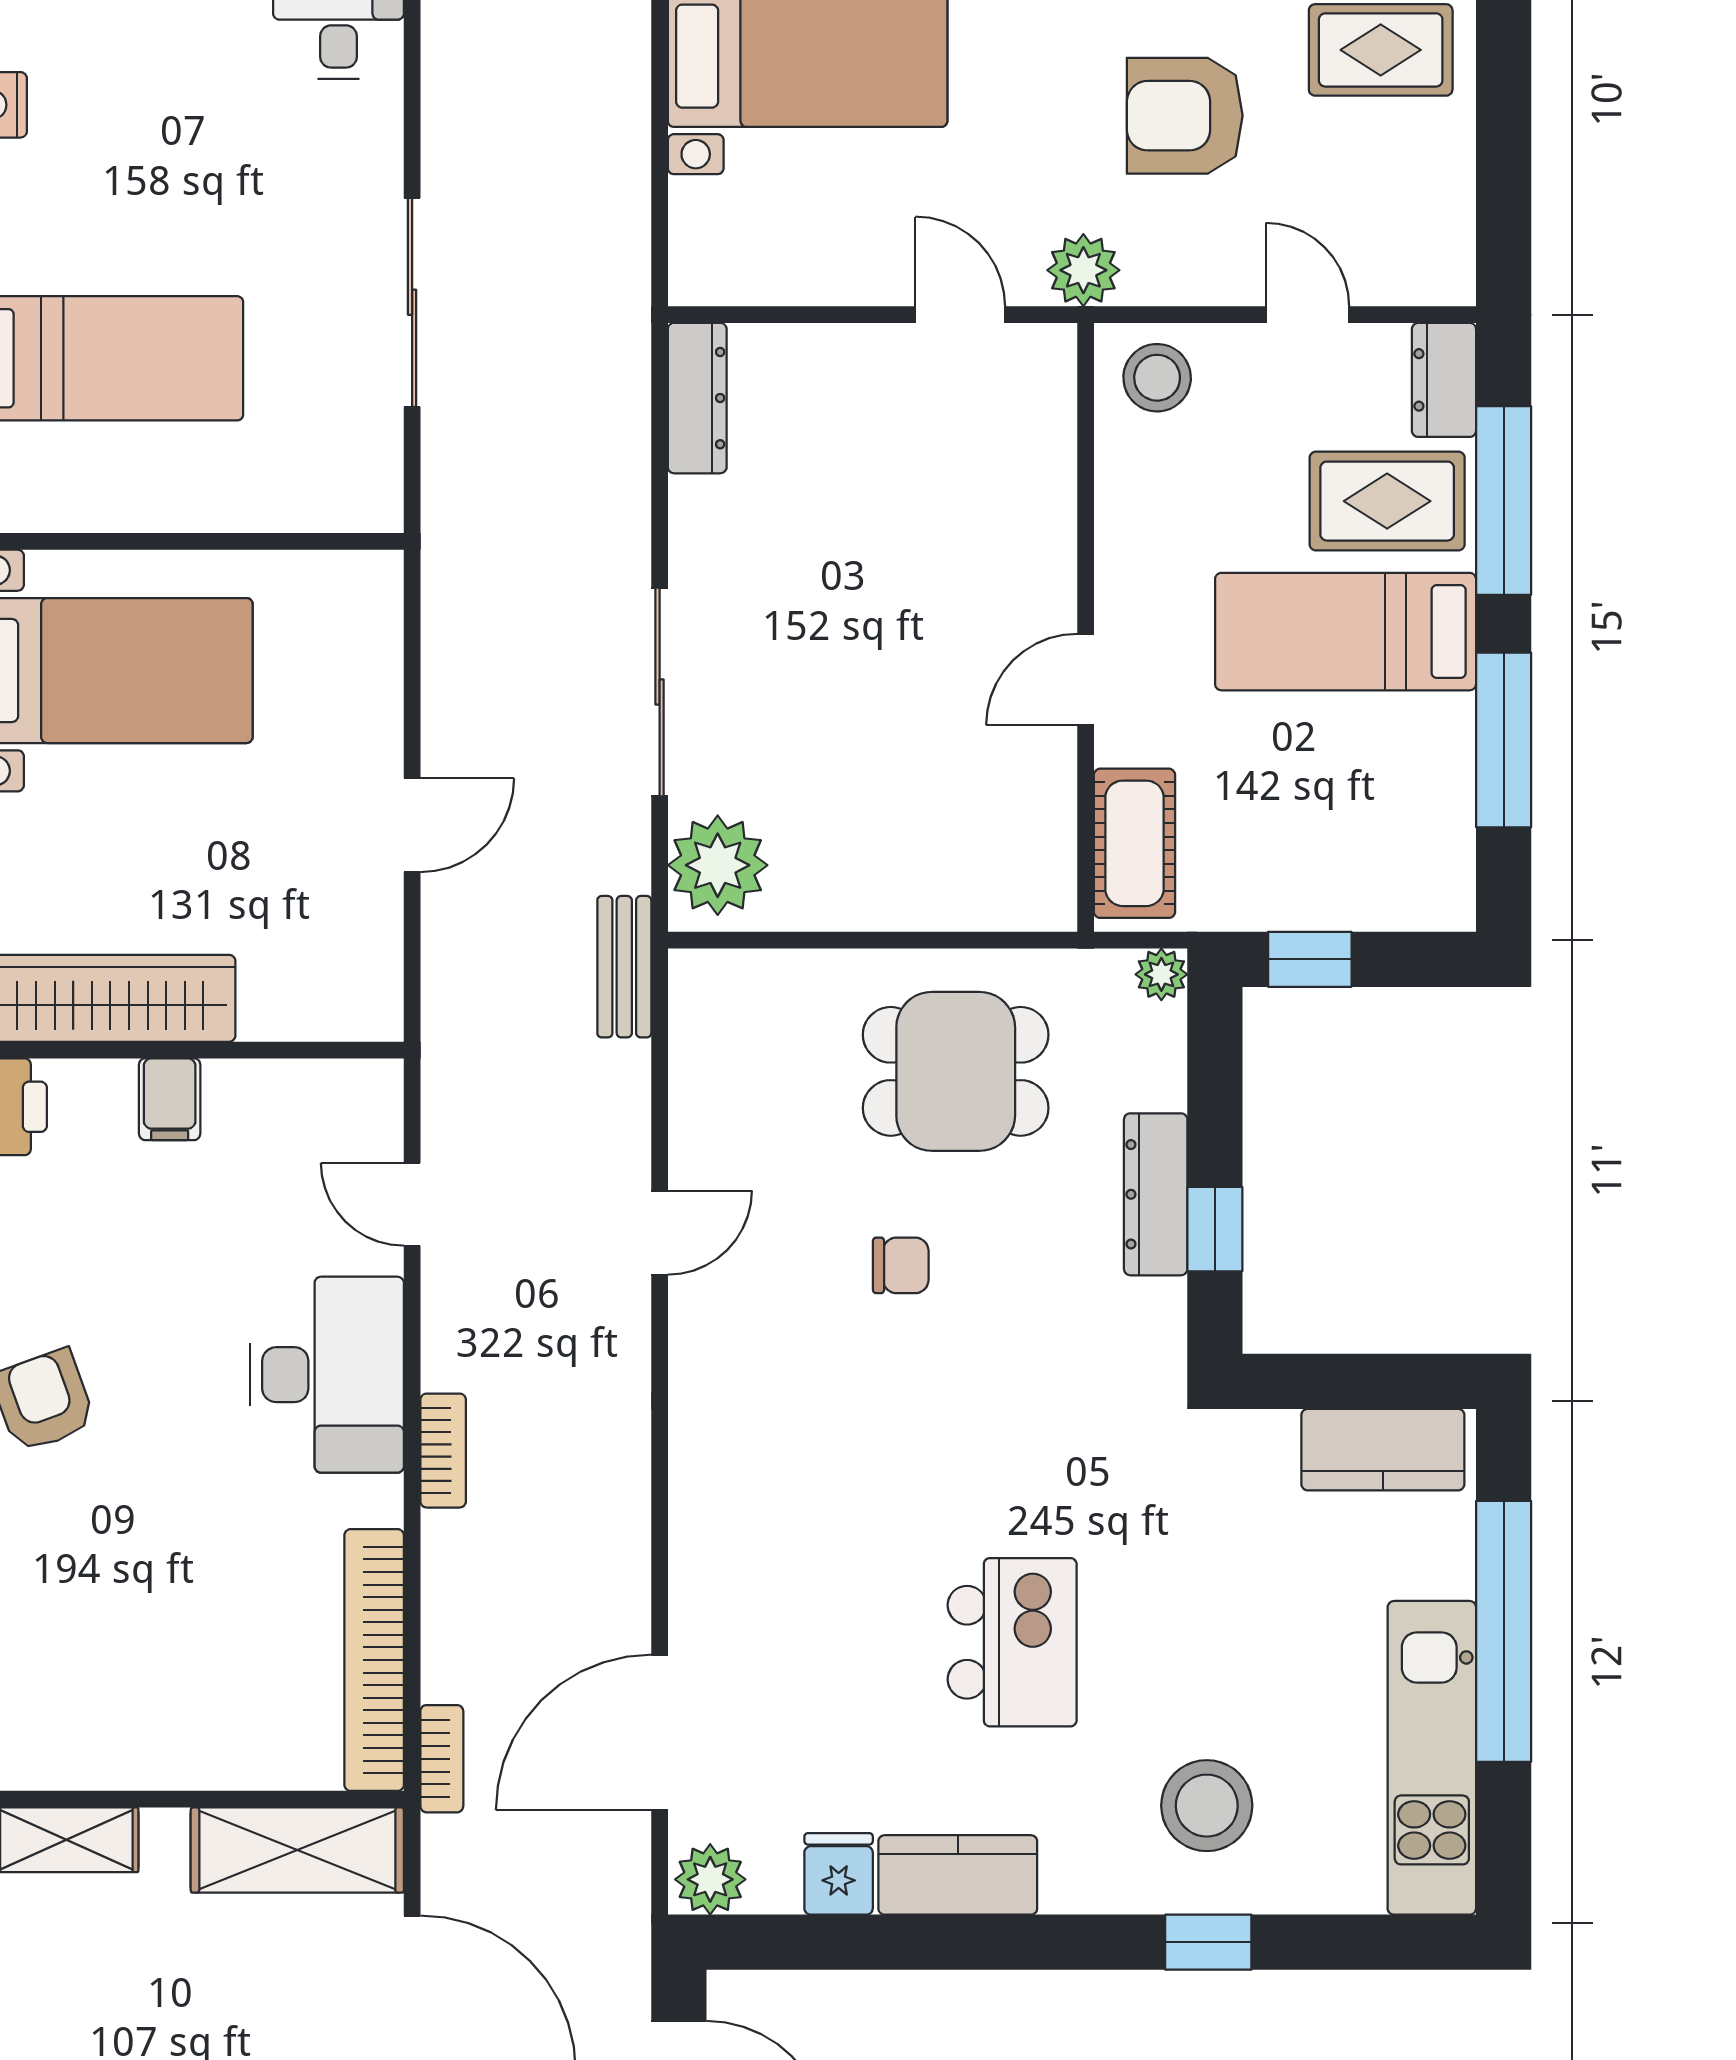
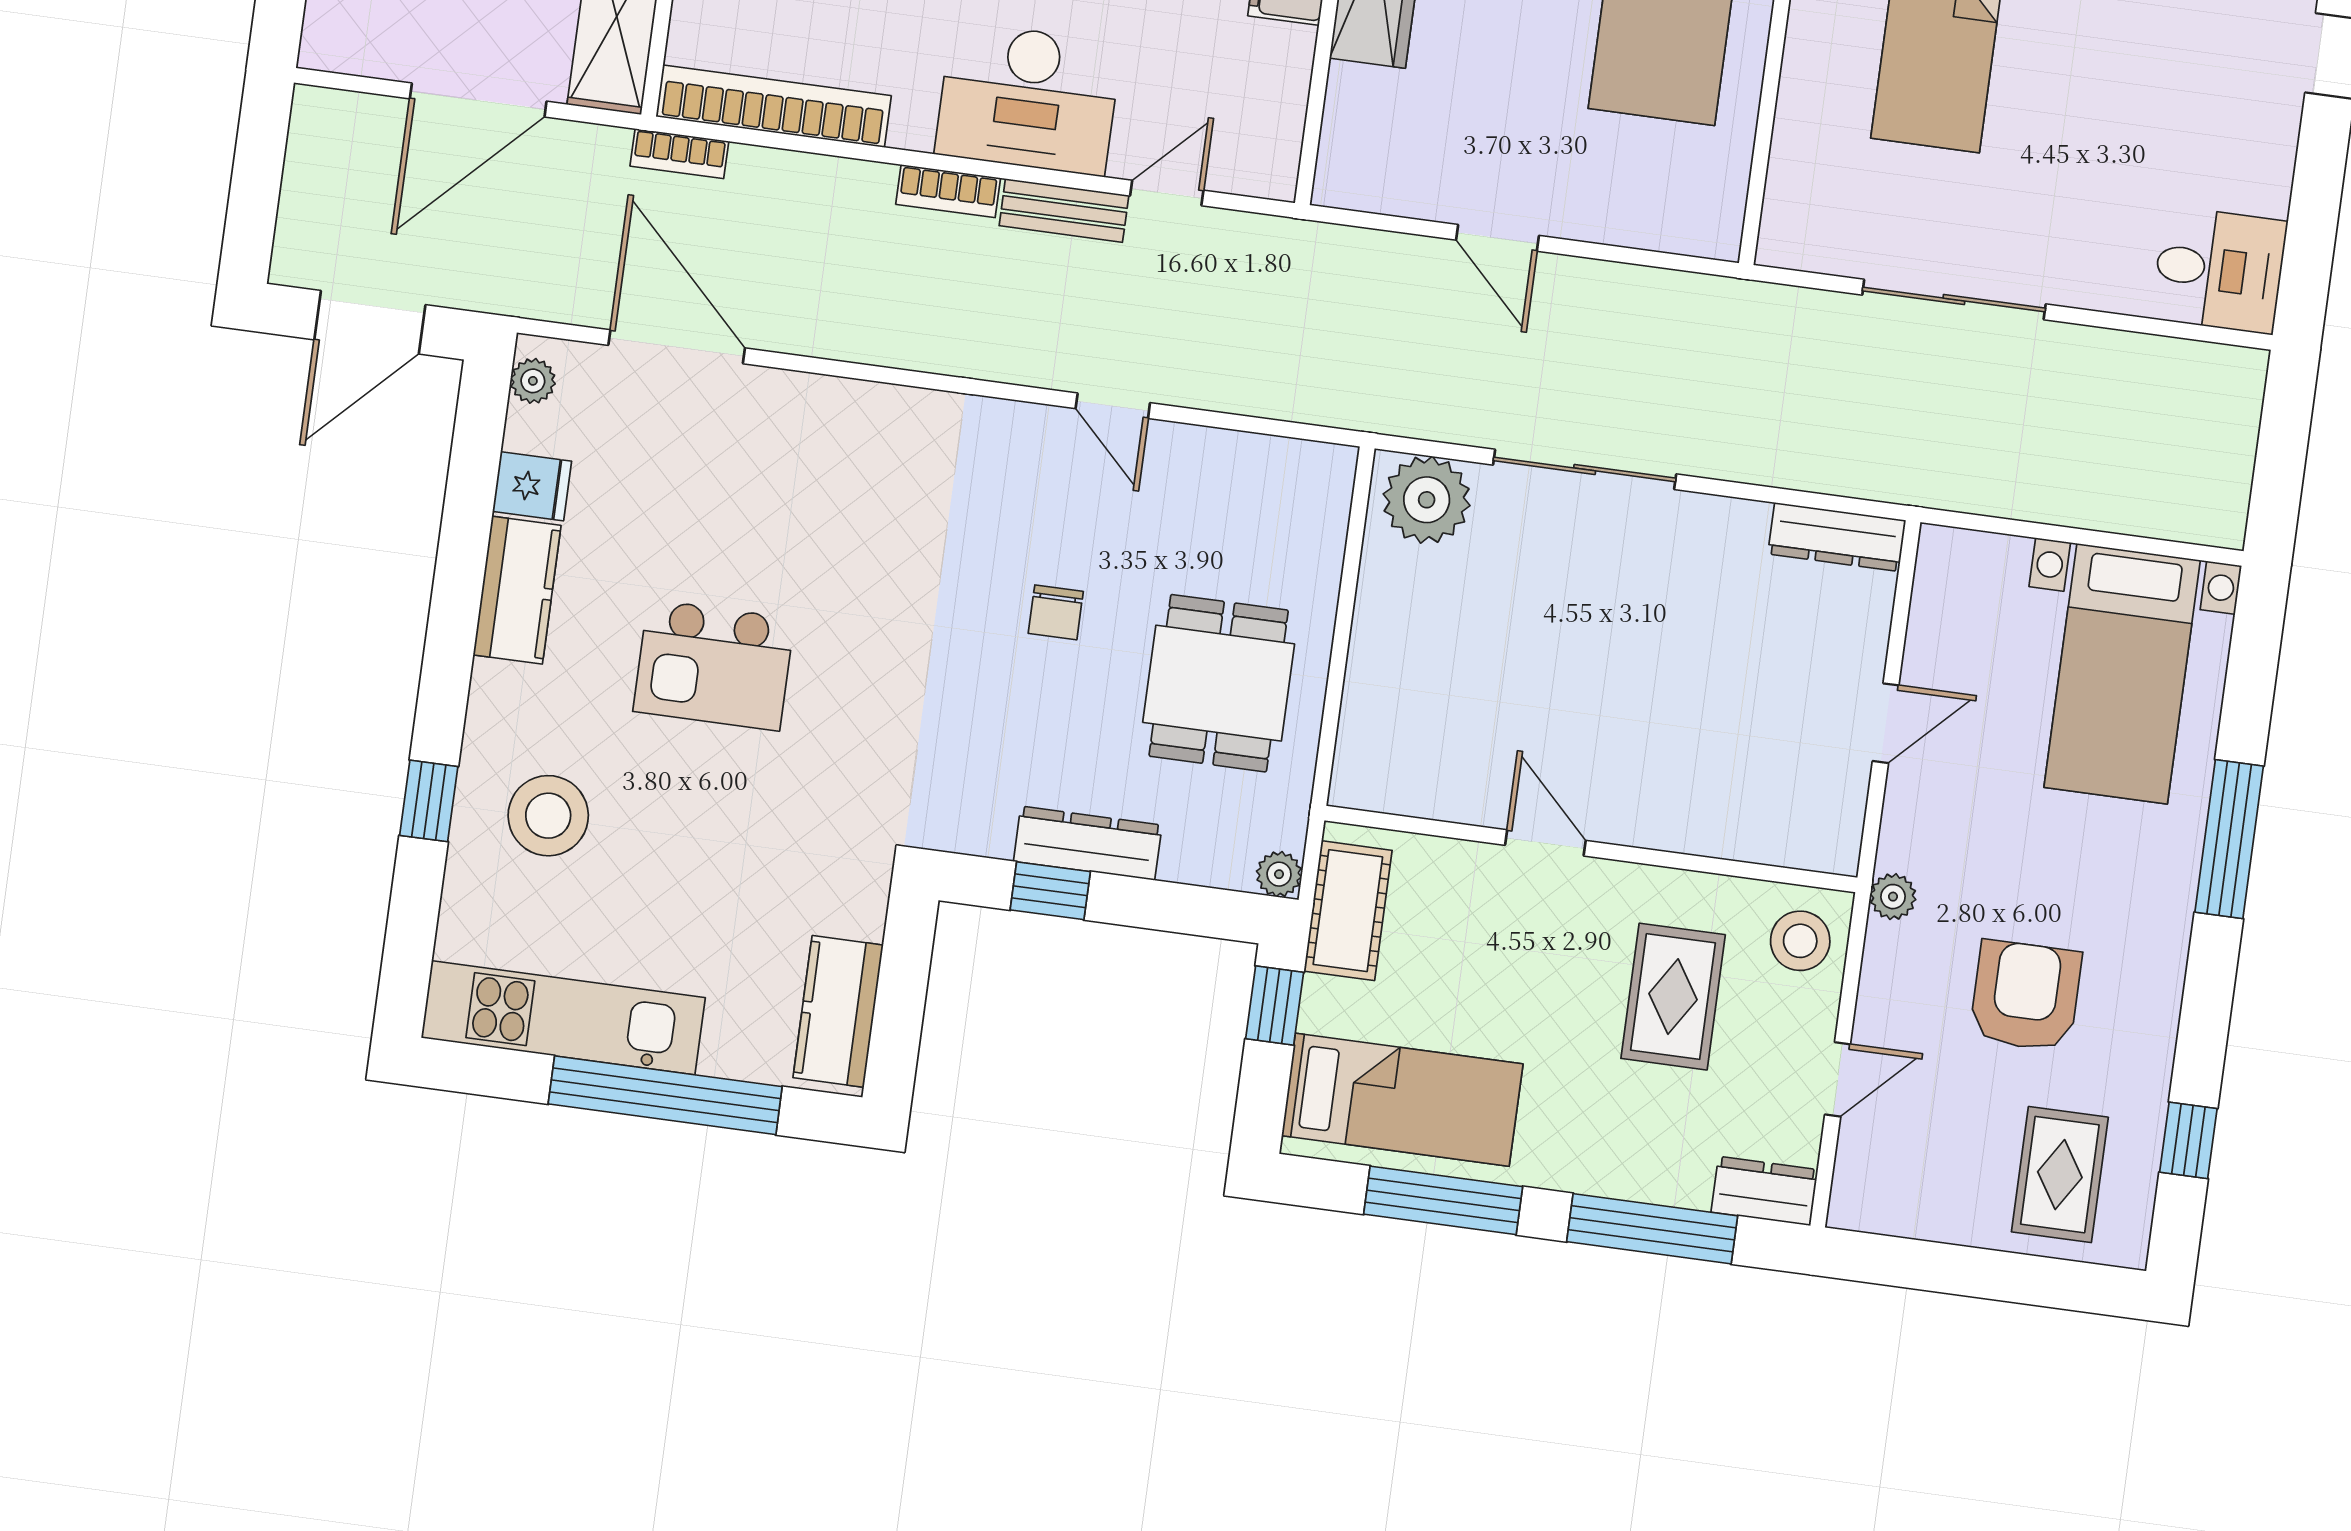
plant: (1083, 270) -> (1893, 897), width x0.73, depth x0.73
door: (960, 315) -> (1886, 723), moved
rug: (1387, 501) -> (1673, 997), moved
bed: (1346, 632) -> (1402, 1100), moved, turned 90
cot: (1134, 843) -> (1348, 911), moved, turned 90
bench: (624, 967) -> (1064, 211), moved
plant: (710, 1879) -> (533, 381), width x0.73, depth x0.73

